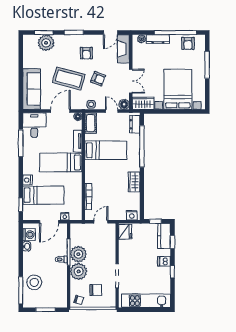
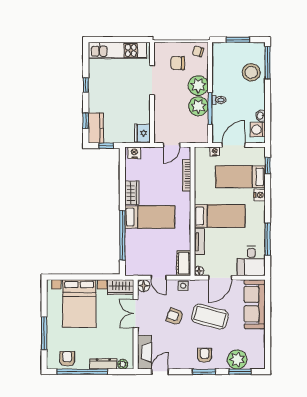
armchair: (86, 53) -> (205, 355), moved
dresser: (135, 124) -> (131, 262), removed
bed: (106, 150) -> (150, 217), moved, turned 180
dishwasher: (164, 261) -> (96, 98), removed

